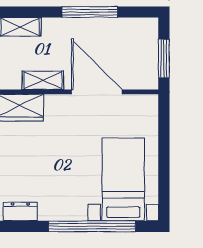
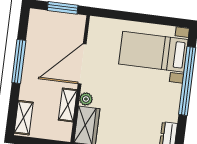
plant: (53, 102) -> (86, 99), added

